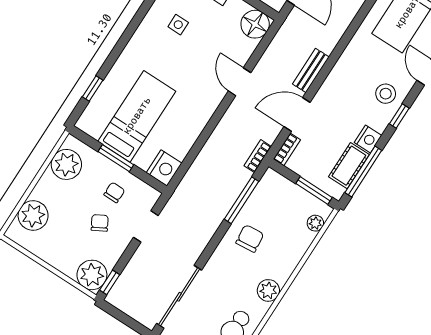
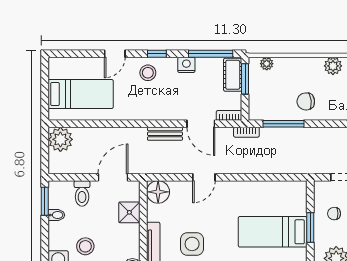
side table: (178, 25) -> (192, 244), width x1.87, depth x1.87
cot: (349, 166) -> (233, 75), moved, turned 90
nightstand: (164, 168) -> (296, 191), removed

